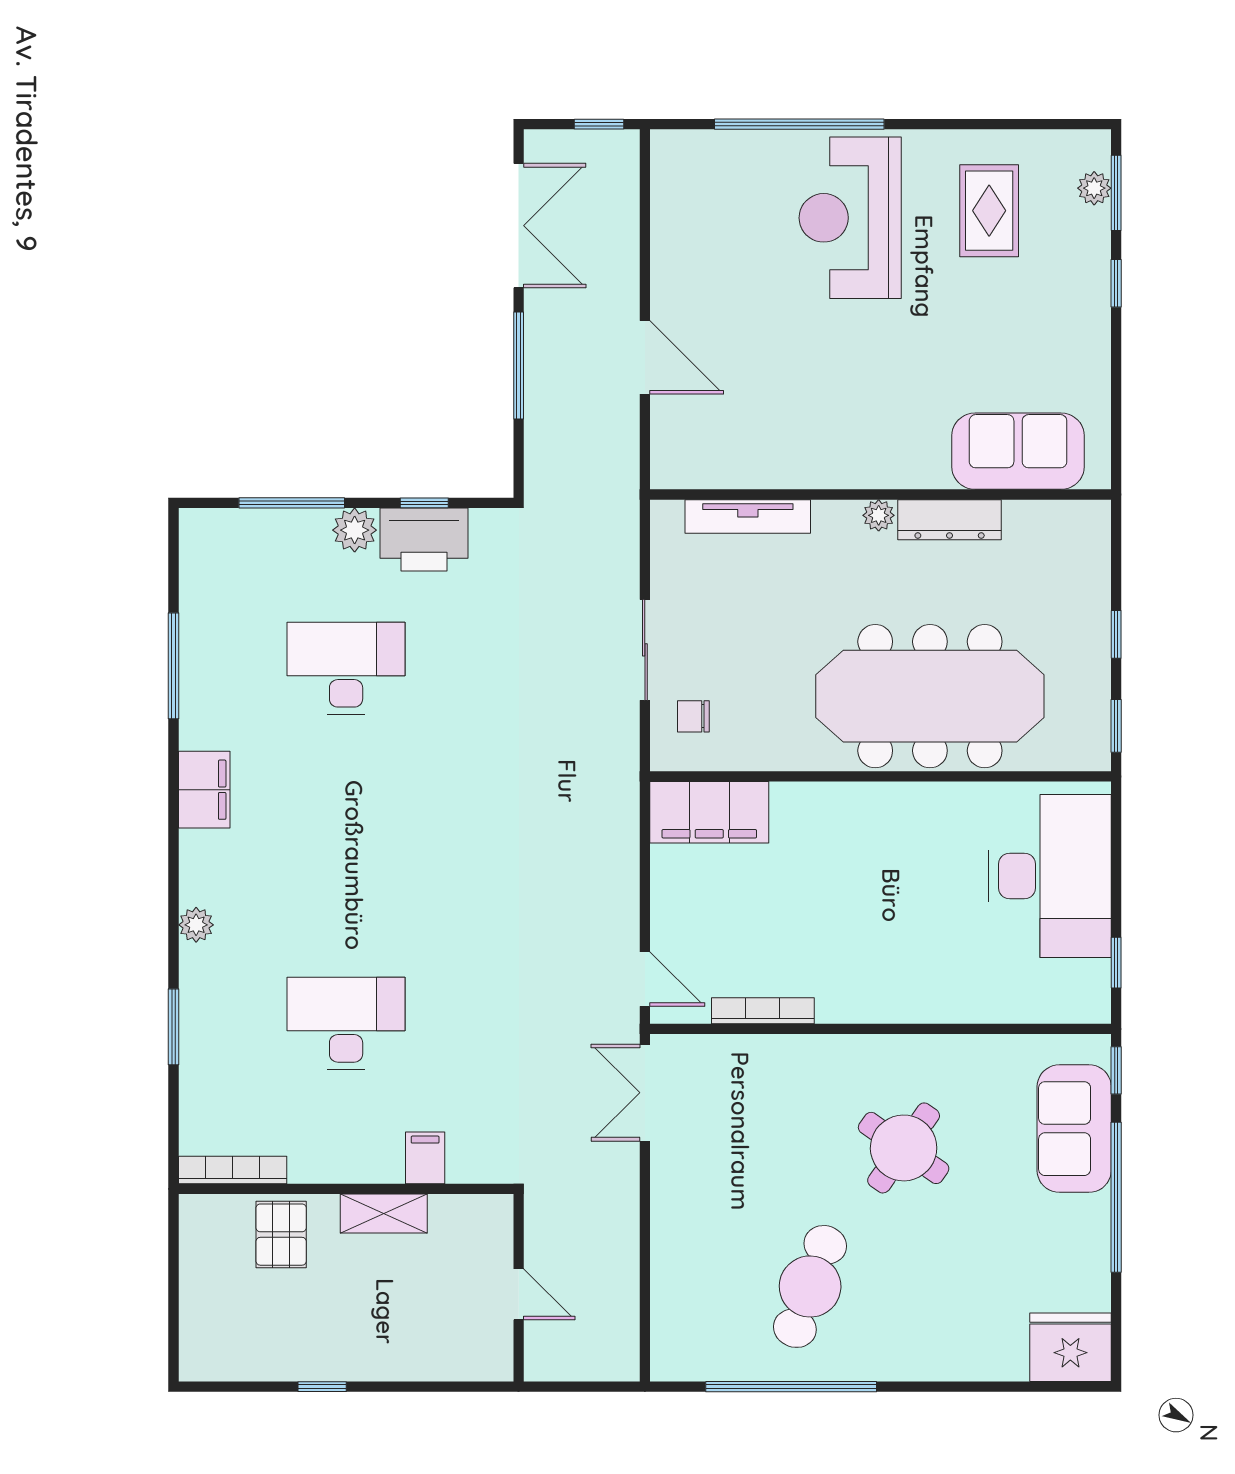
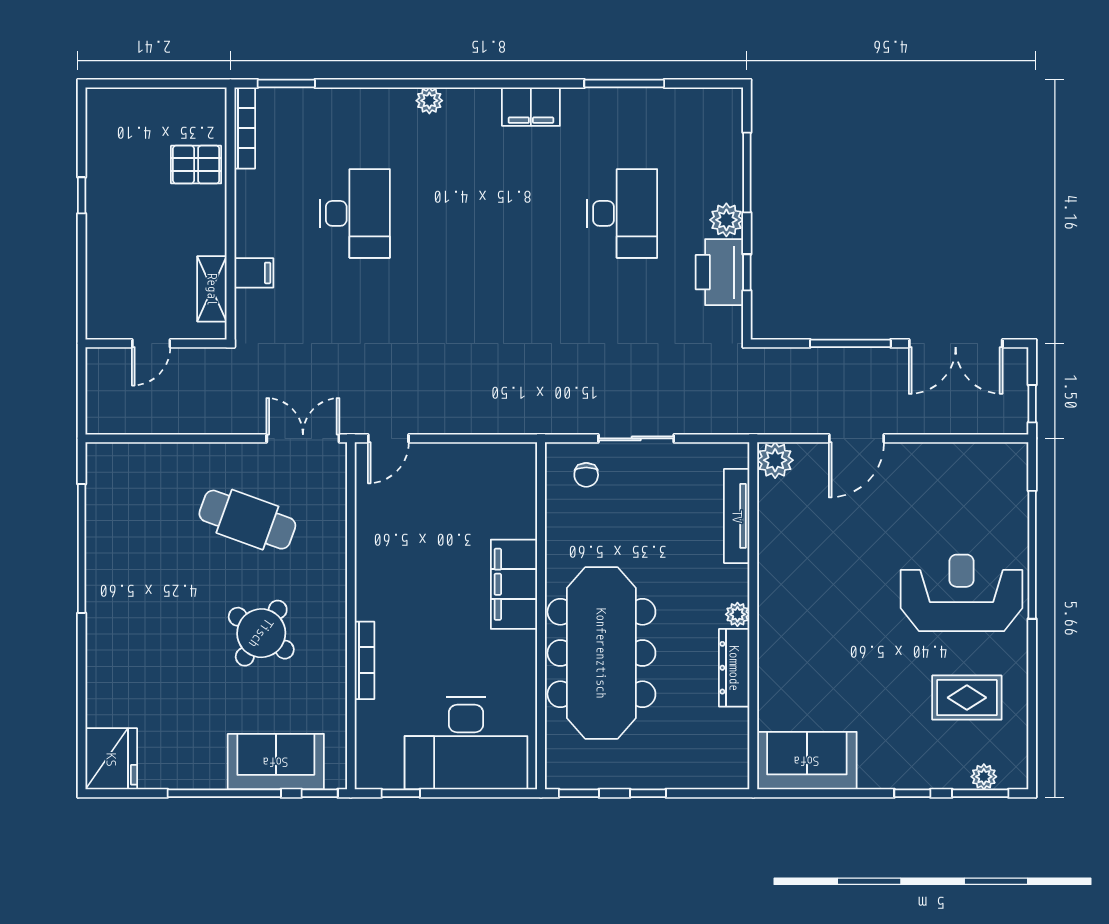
sofa: (1018, 451) -> (807, 761), moved, turned -90
plant: (674, 465) -> (775, 460), added
chair: (693, 716) -> (586, 475), turned 180
filing cabinet: (709, 812) -> (514, 584), moved
bookcase: (763, 1011) -> (365, 660), moved
window: (173, 1027) -> (286, 84), moved
shelving: (384, 1213) -> (212, 289), moved
cafe table: (810, 1286) -> (247, 520), moved

